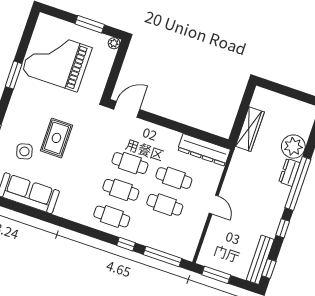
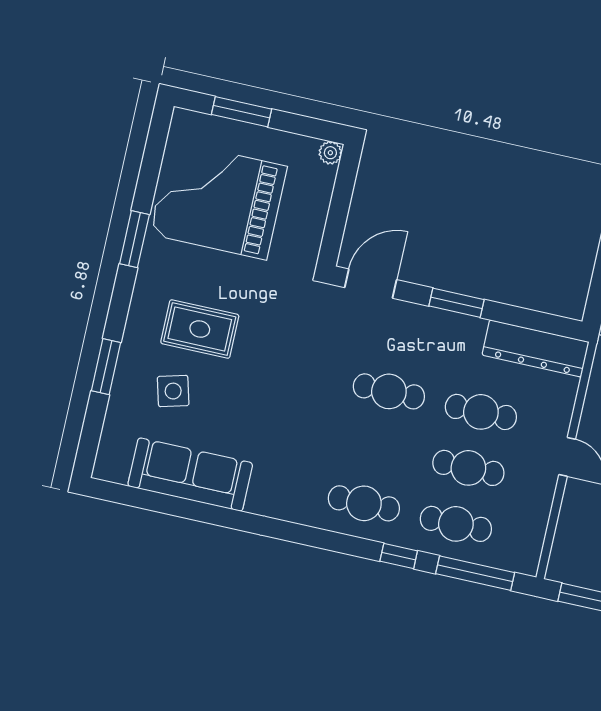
window: (90, 24) -> (242, 112), moved
window: (168, 123) -> (456, 303), added
rug: (56, 138) -> (200, 329), moved, turned 90
cafe table: (121, 190) -> (456, 524), moved

